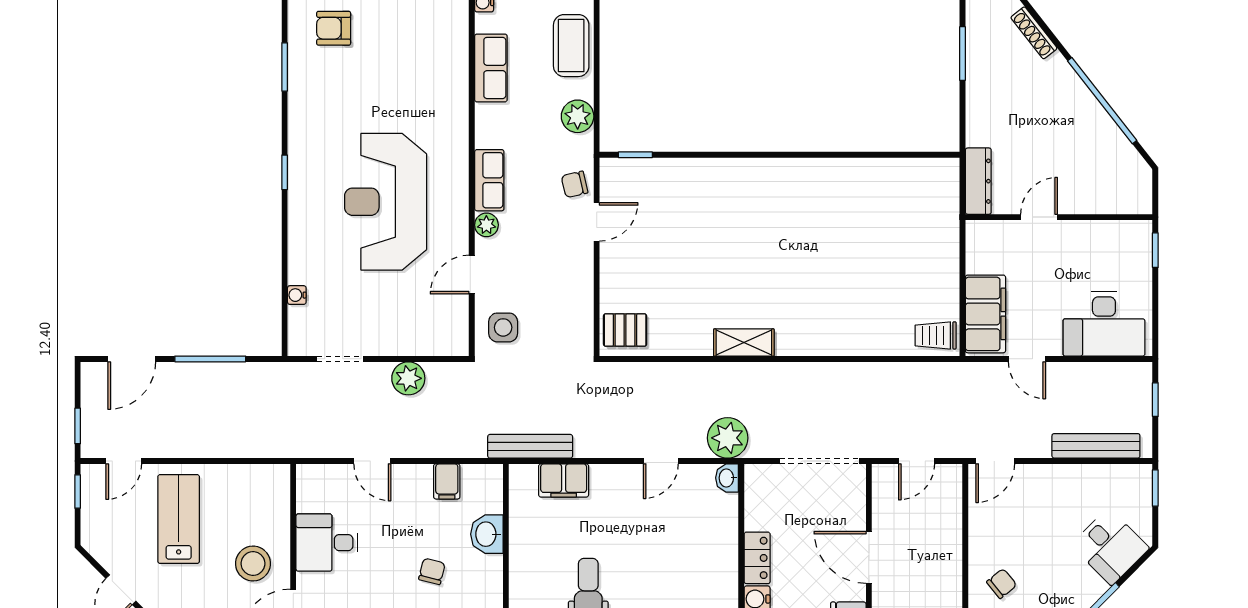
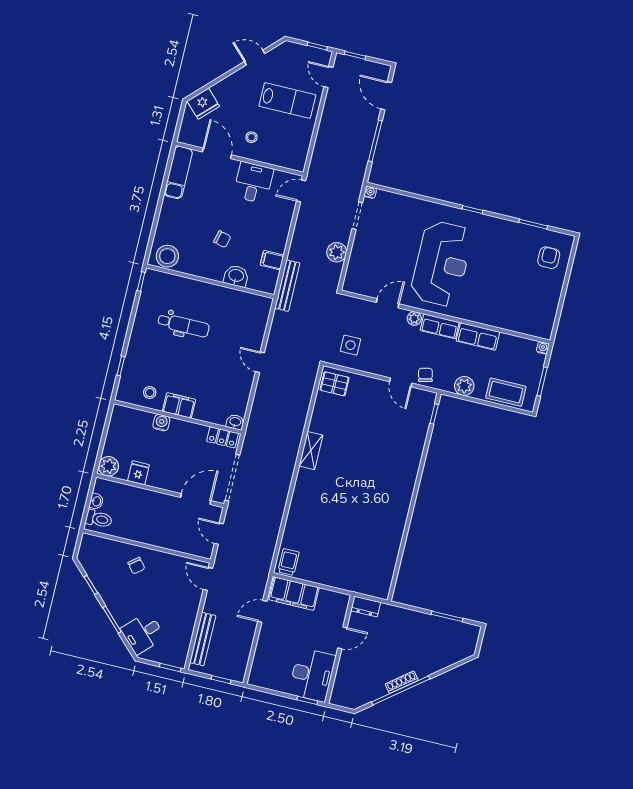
shoe rack: (1034, 33) -> (402, 682), moved
row of seats: (491, 68) -> (478, 336), moved
dresser: (978, 181) -> (366, 606), width x0.70
reception desk: (386, 202) -> (442, 264), turned 90
door: (1039, 217) -> (342, 638), hinge flipped
door: (472, 275) -> (388, 303), hinge flipped
water cooler: (297, 295) -> (370, 192), moved
desk: (1104, 324) -> (312, 675), moved, turned 180
side table: (503, 327) -> (350, 345), moved
pallet: (625, 330) -> (335, 384), turned 90
plant: (728, 438) -> (258, 428), removed
bench: (530, 446) -> (287, 286), moved
door: (372, 461) -> (301, 191), moved
door: (661, 461) -> (260, 362), moved
filing cabinet: (564, 480) -> (179, 405), moved, turned 90
door: (869, 557) -> (196, 499), moved
locker: (757, 558) -> (222, 437), moved
stool: (253, 564) -> (251, 137), width x0.53, depth x0.53

